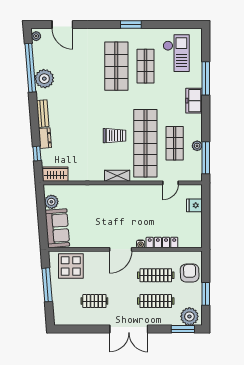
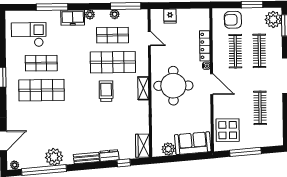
plant: (197, 119) -> (90, 15), added
shop shelf: (145, 143) -> (113, 62), width x0.71
round table: (119, 208) -> (173, 86), added
clothes rail: (94, 301) -> (260, 108), width x1.36

